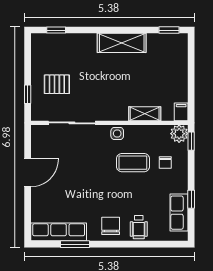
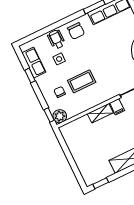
filing cabinet: (181, 112) -> (117, 107), moved
shelving: (145, 114) -> (100, 113), moved
side table: (117, 133) -> (59, 59), moved

